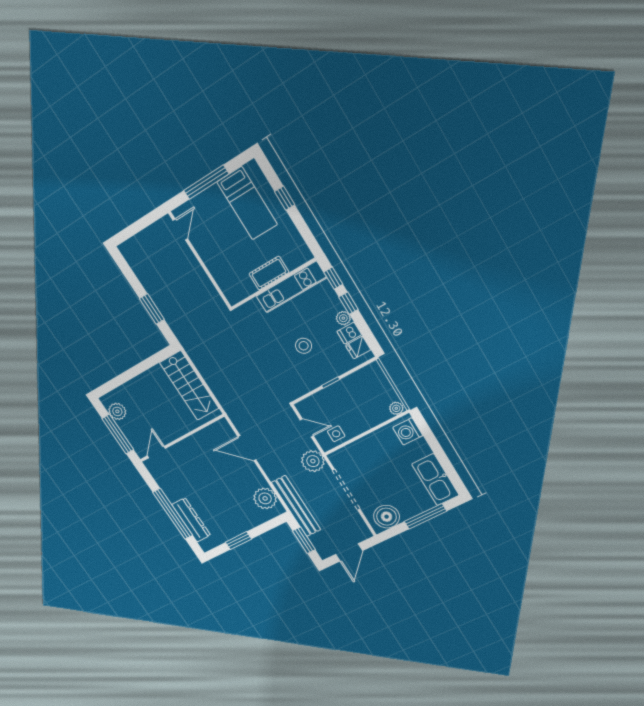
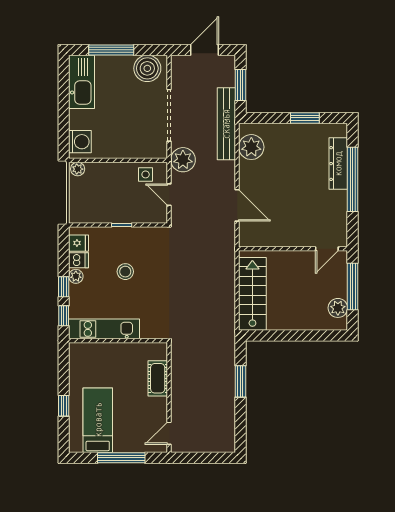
cot: (269, 273) -> (158, 378), moved, turned 90

